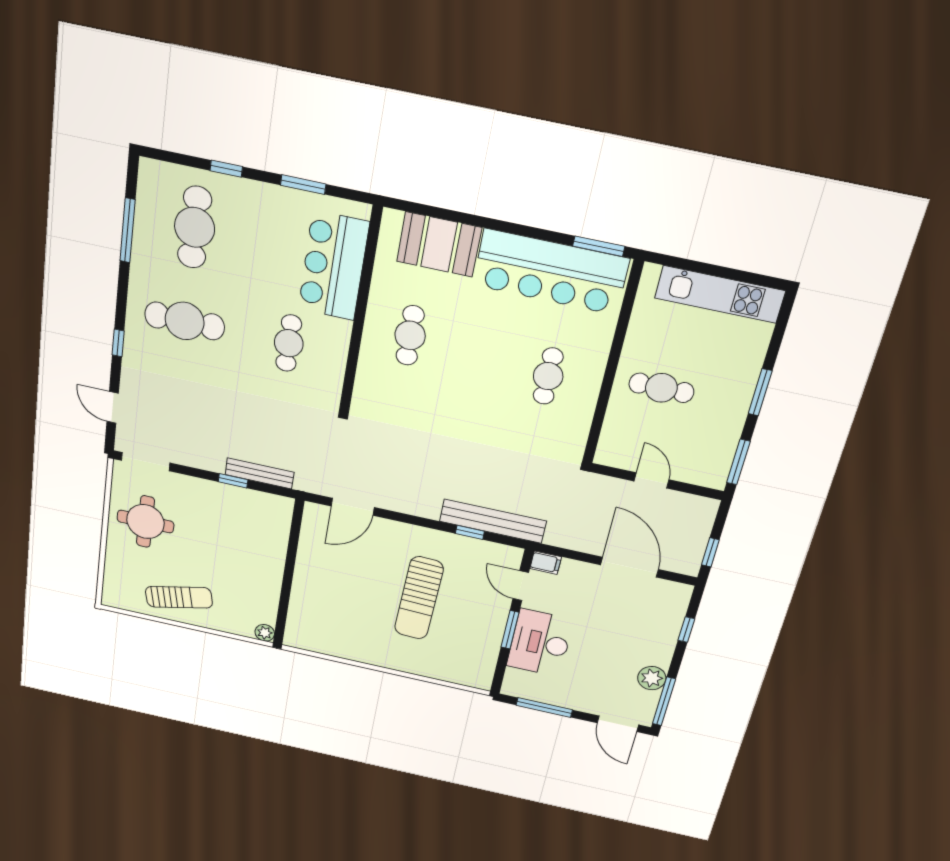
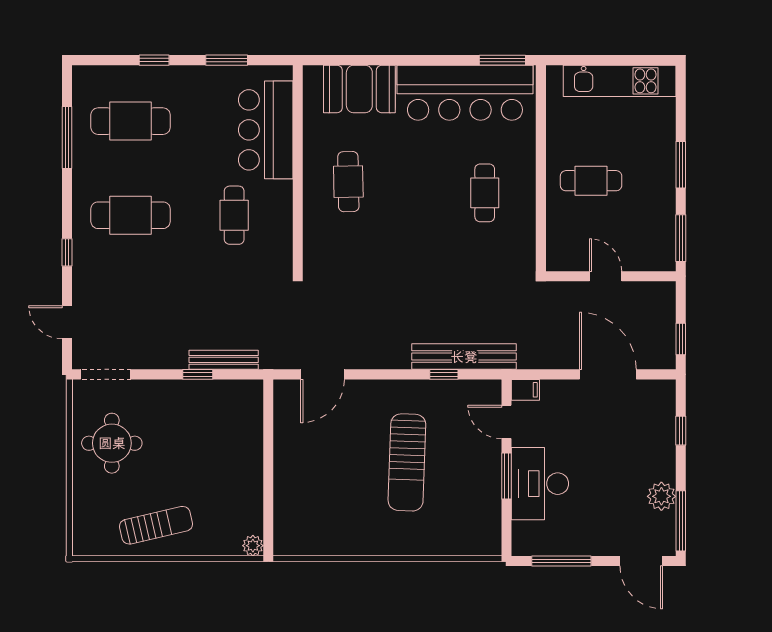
cafe table: (195, 227) -> (131, 121), turned 90

